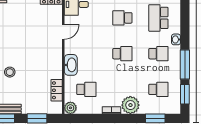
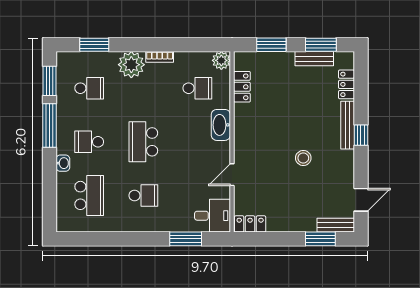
school desk: (122, 54) -> (143, 142), width x1.85
stool: (10, 72) -> (303, 158), moved
school desk: (86, 89) -> (197, 88), turned 180
school desk: (158, 89) -> (89, 88), turned 180

